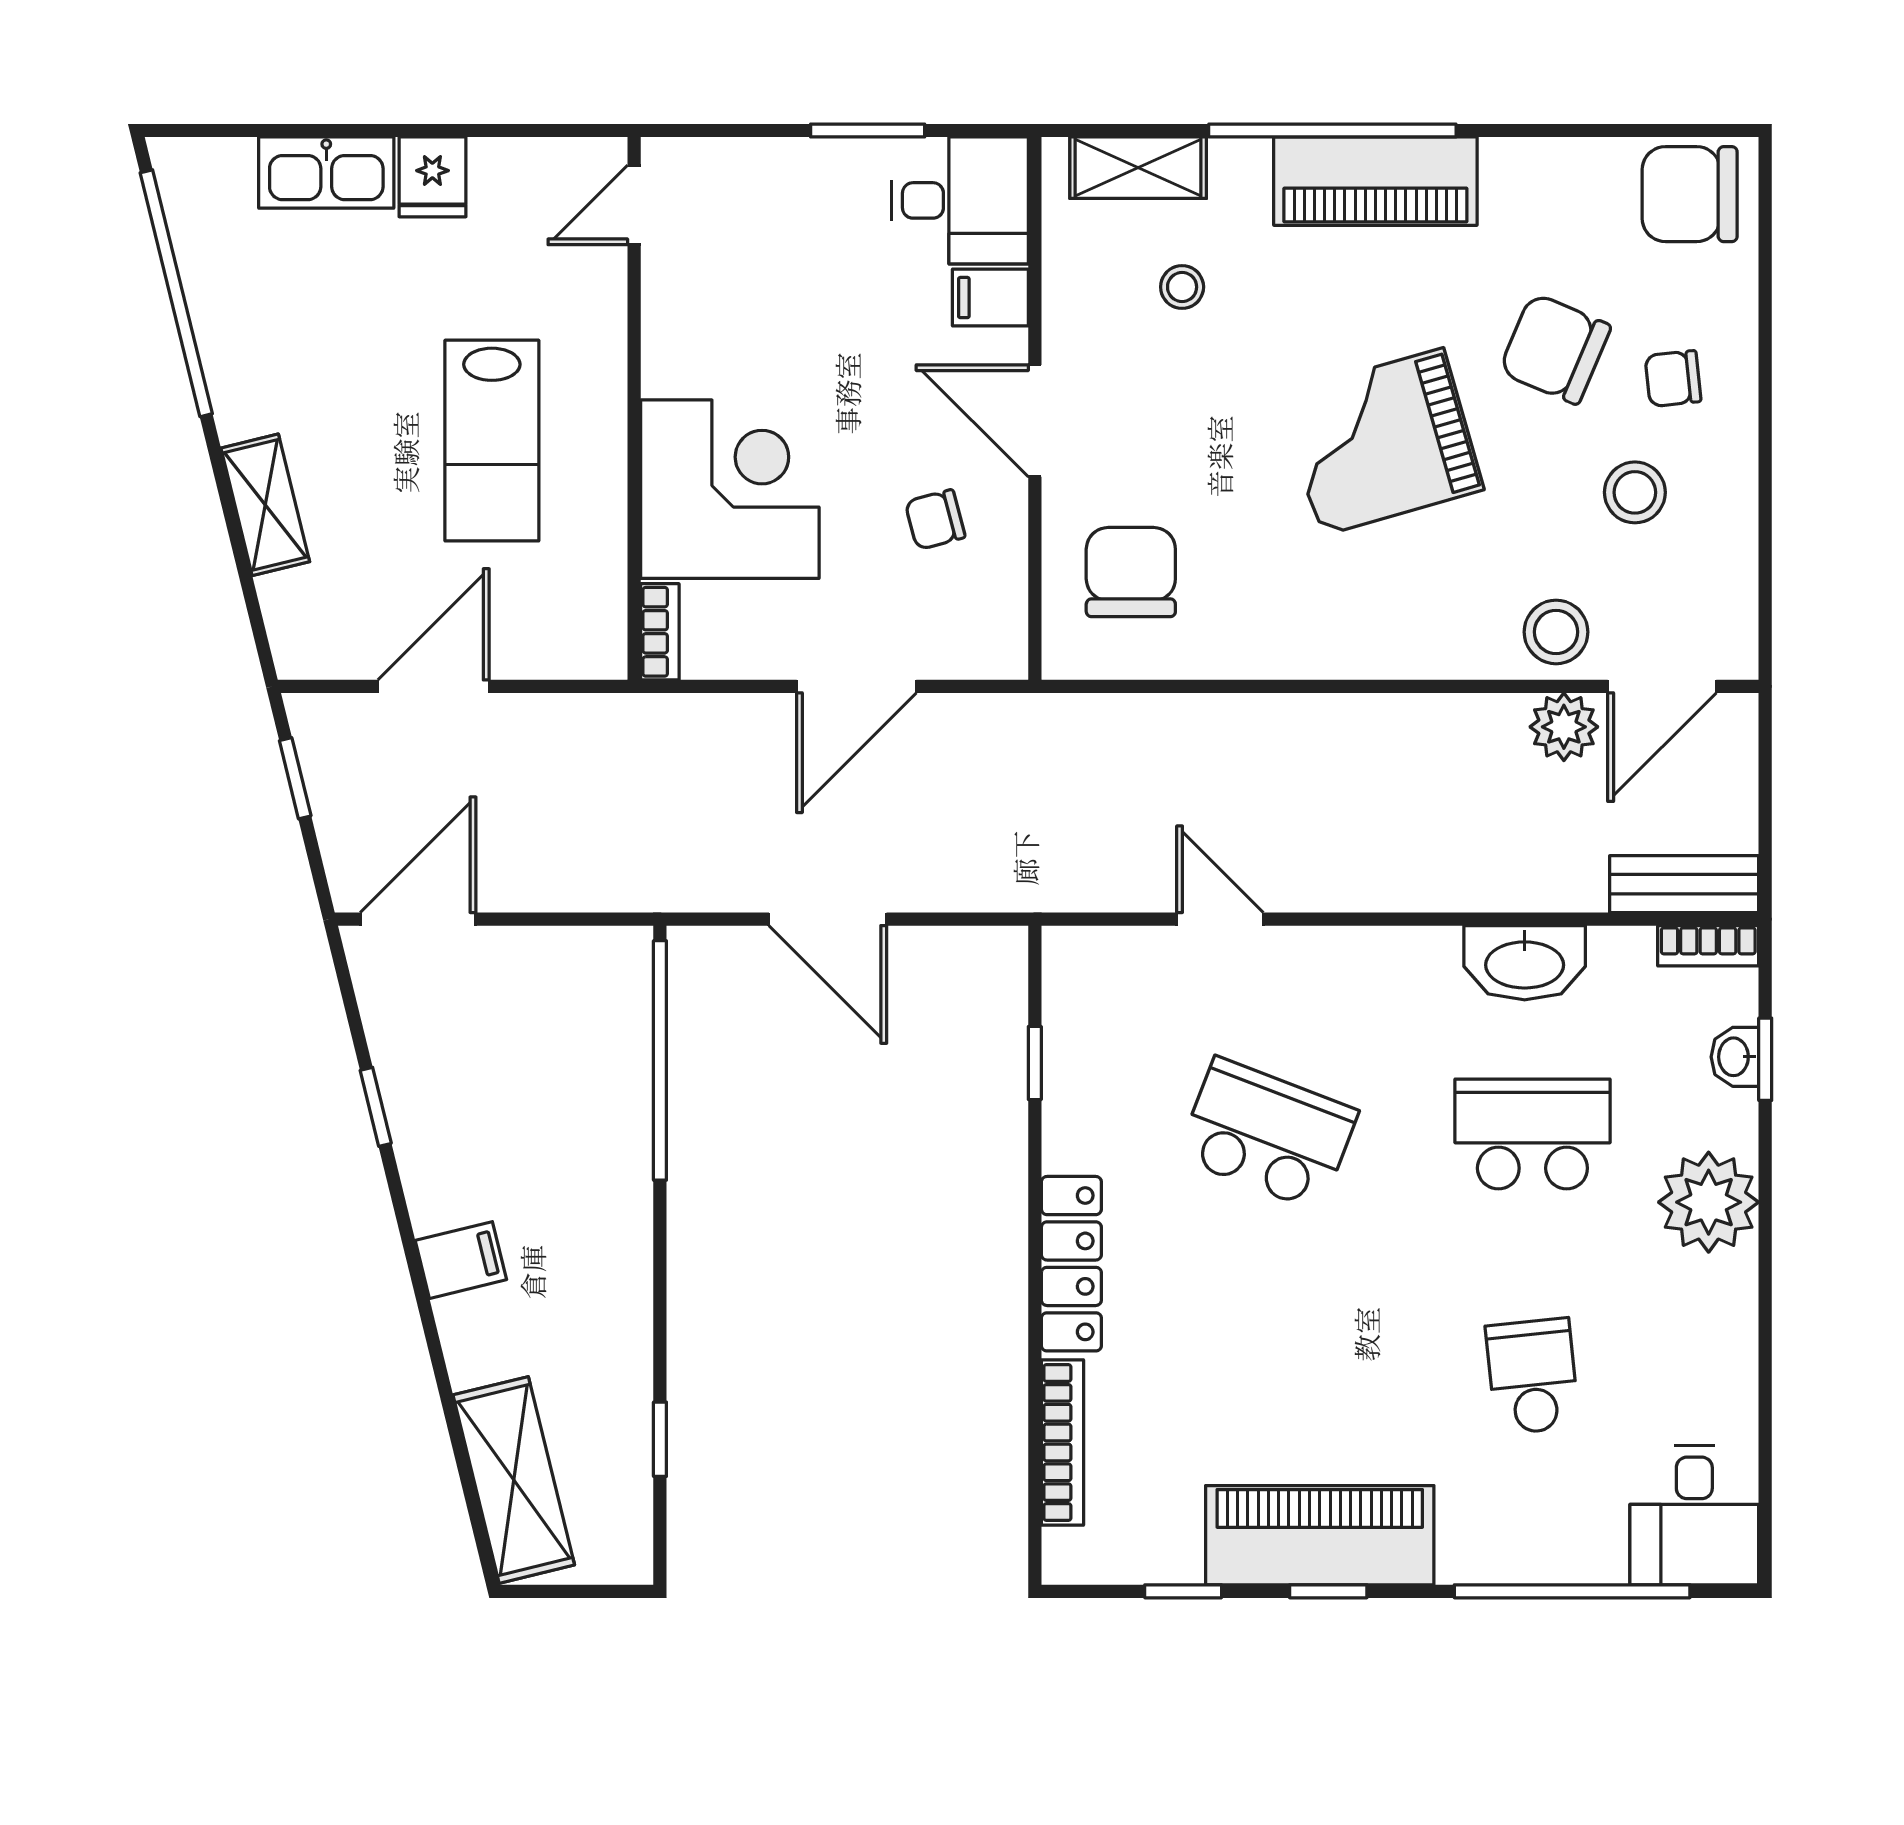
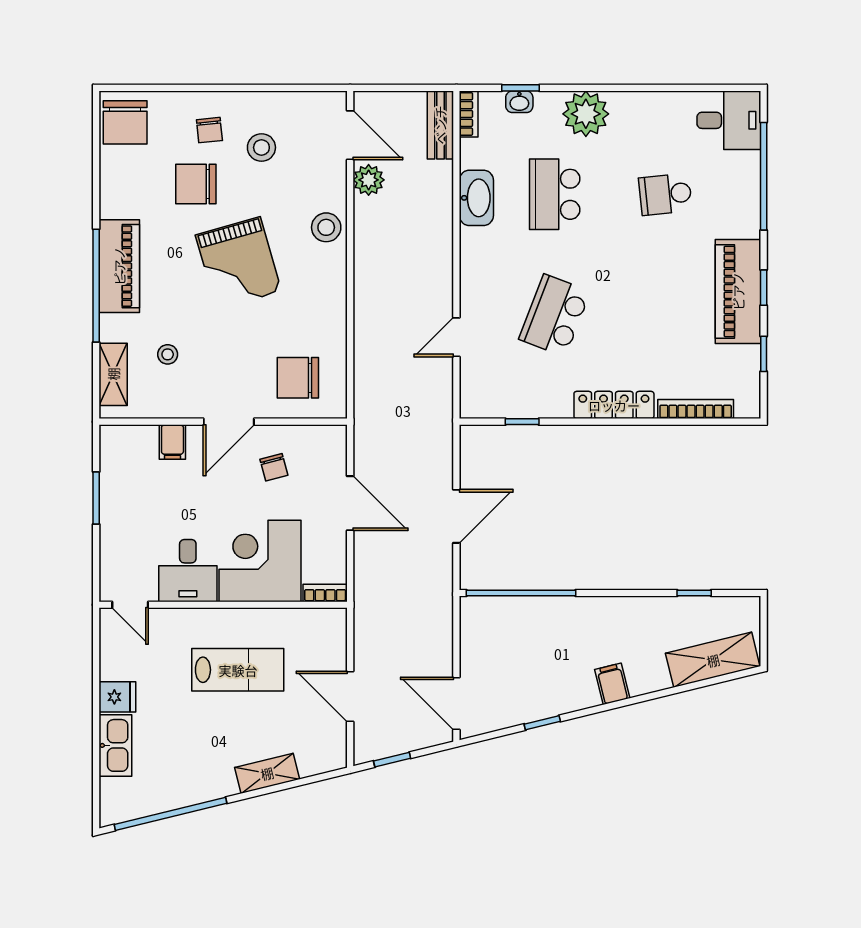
desk: (960, 200) -> (188, 571), moved, turned 180
chair: (1555, 349) -> (196, 184), turned 67
stool: (1556, 632) -> (326, 227), moved

